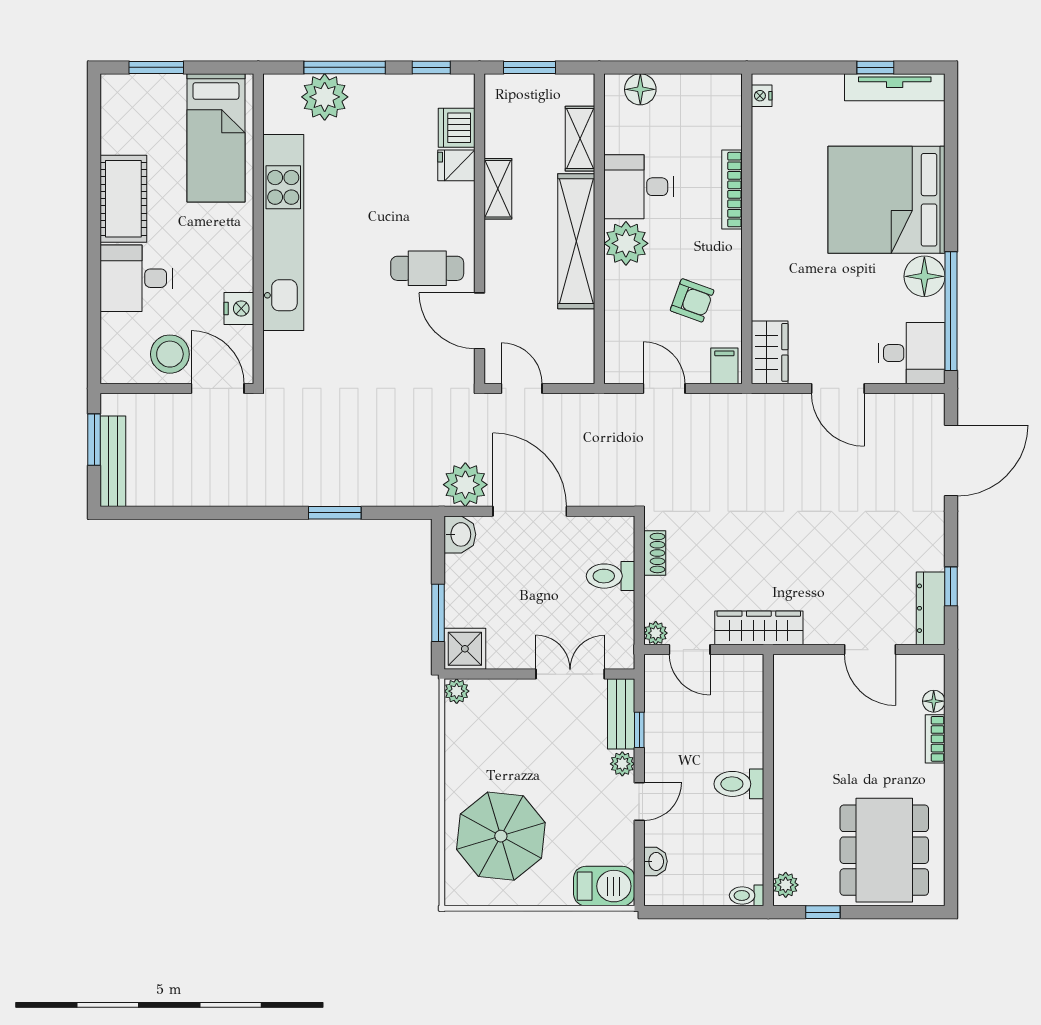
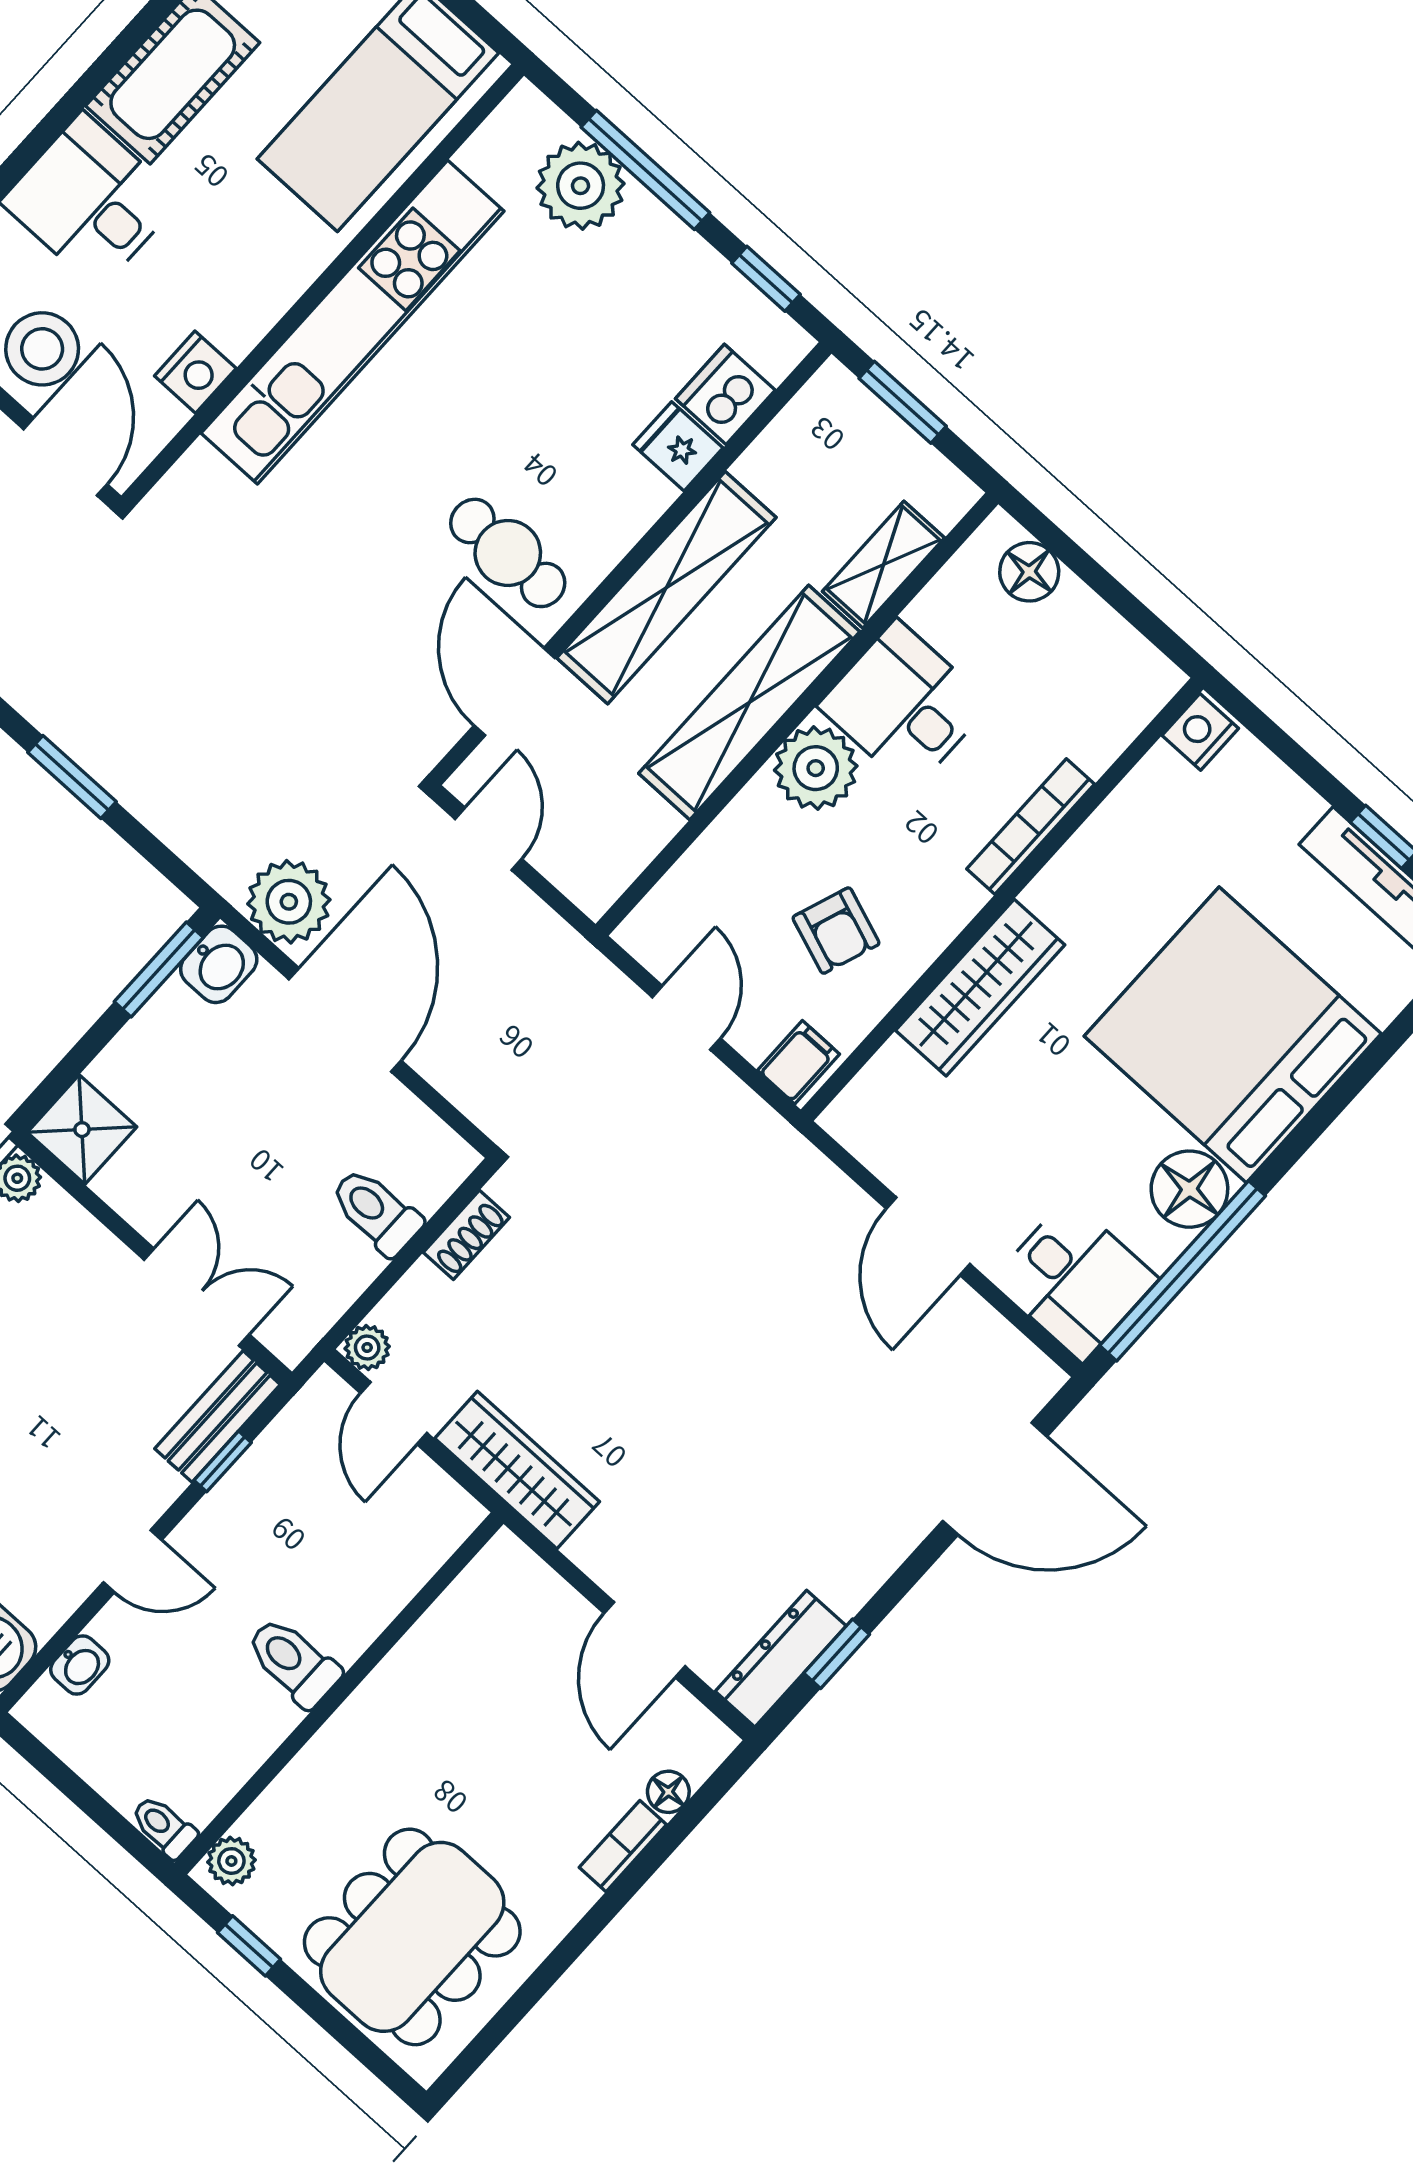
nightstand: (762, 96) -> (1200, 732), width x1.39, depth x1.35
shelving: (498, 189) -> (666, 588), width x2.20, depth x1.33
wardrobe: (770, 352) -> (980, 988), moved, width x1.50
window: (438, 613) -> (159, 970), moved
plant: (622, 764) -> (156, 1487), removed

